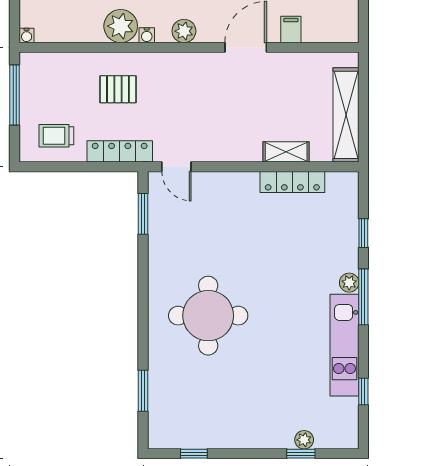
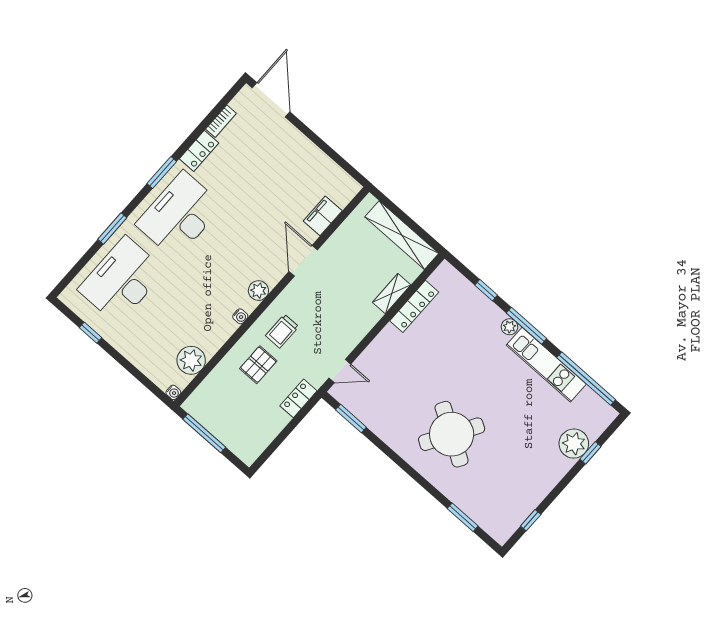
plant: (121, 26) -> (191, 360), moved
filing cabinet: (291, 29) -> (323, 216), width x2.00
trolley: (56, 136) -> (282, 331), moved
locker: (120, 151) -> (298, 398), width x0.66
round table: (208, 316) -> (452, 434), turned 31
window: (363, 392) -> (586, 379), width x3.17
plant: (304, 440) -> (574, 444), width x1.87, depth x1.87

